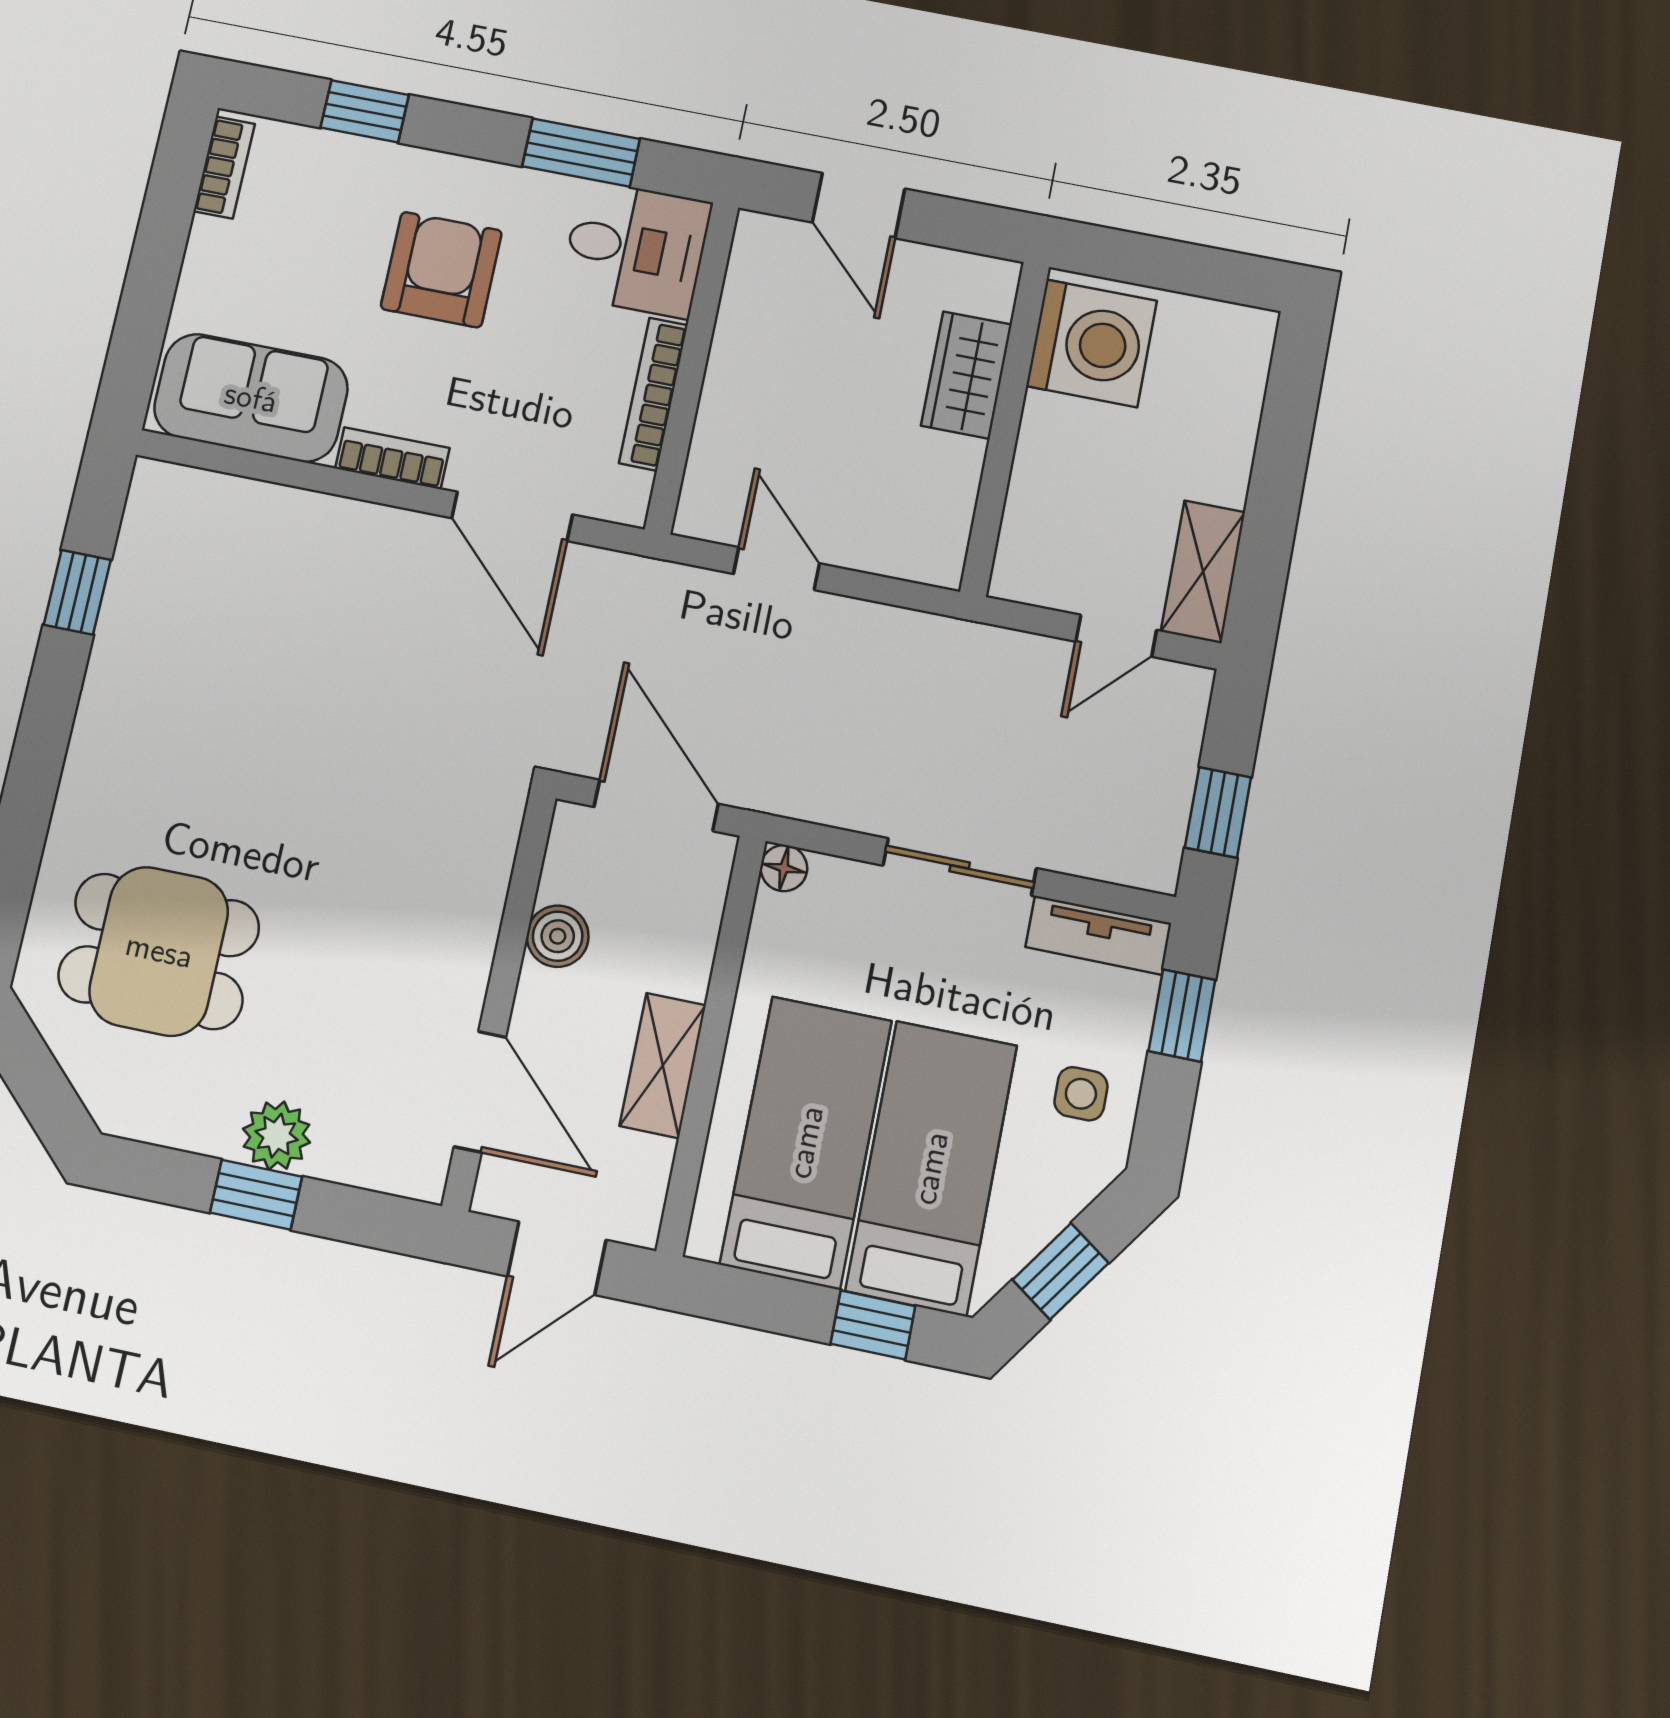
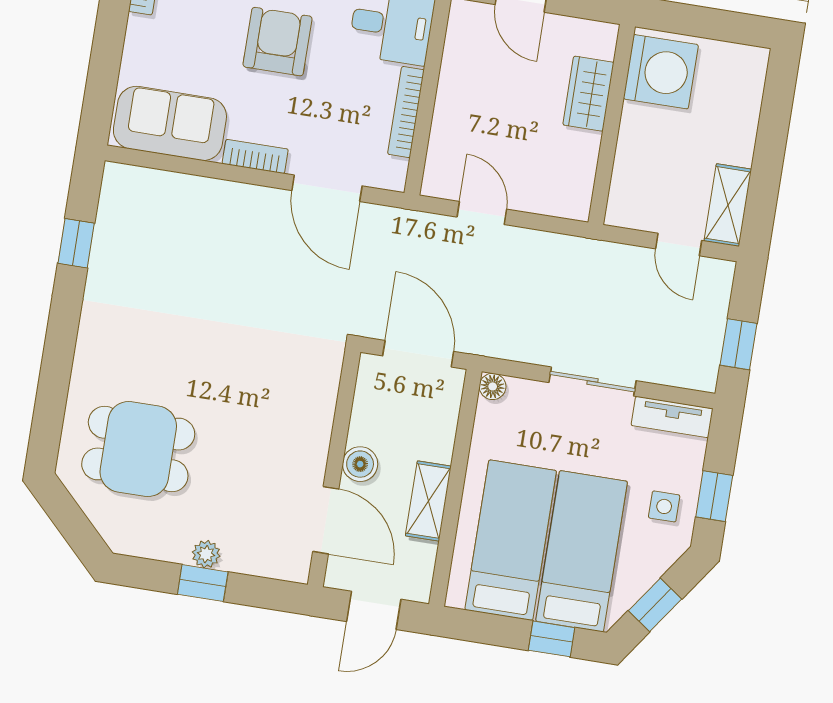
door: (1116, 636) -> (679, 245), hinge flipped
boiler: (558, 936) -> (360, 464), moved
window: (1182, 1015) -> (714, 496), moved
plant: (276, 1136) -> (206, 554), width x0.73, depth x0.73

